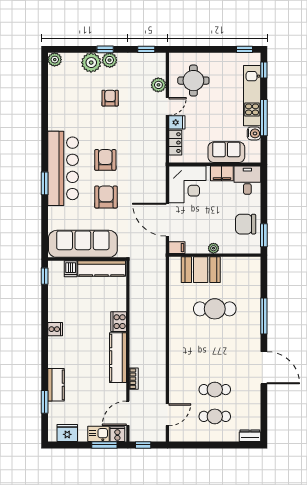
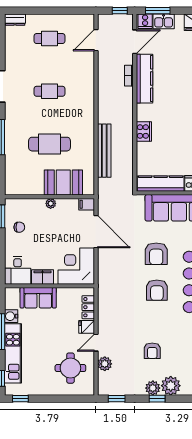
chair: (246, 224) -> (19, 227), width x0.54, depth x0.54
bench: (159, 302) -> (104, 151), added
kitchen counter: (118, 358) -> (144, 79), moved
cafe table: (215, 390) -> (50, 91), moved

